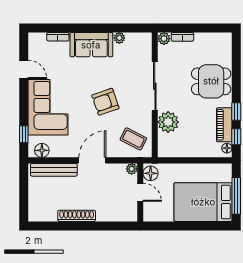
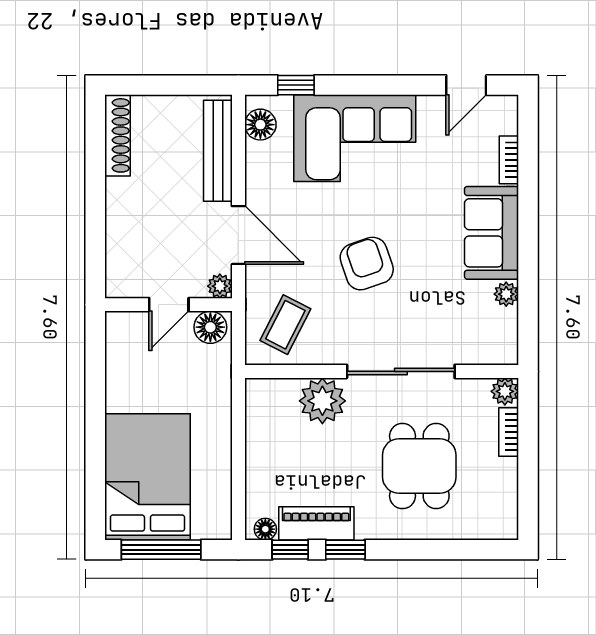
door: (24, 69) -> (466, 85), moved
dining table: (211, 81) -> (419, 466), moved
plant: (132, 169) -> (220, 286), moved
floor lamp: (151, 173) -> (210, 327), moved
door: (140, 192) -> (169, 305), moved
wall: (140, 192) -> (168, 305), moved
shoe rack: (77, 216) -> (117, 135), moved

